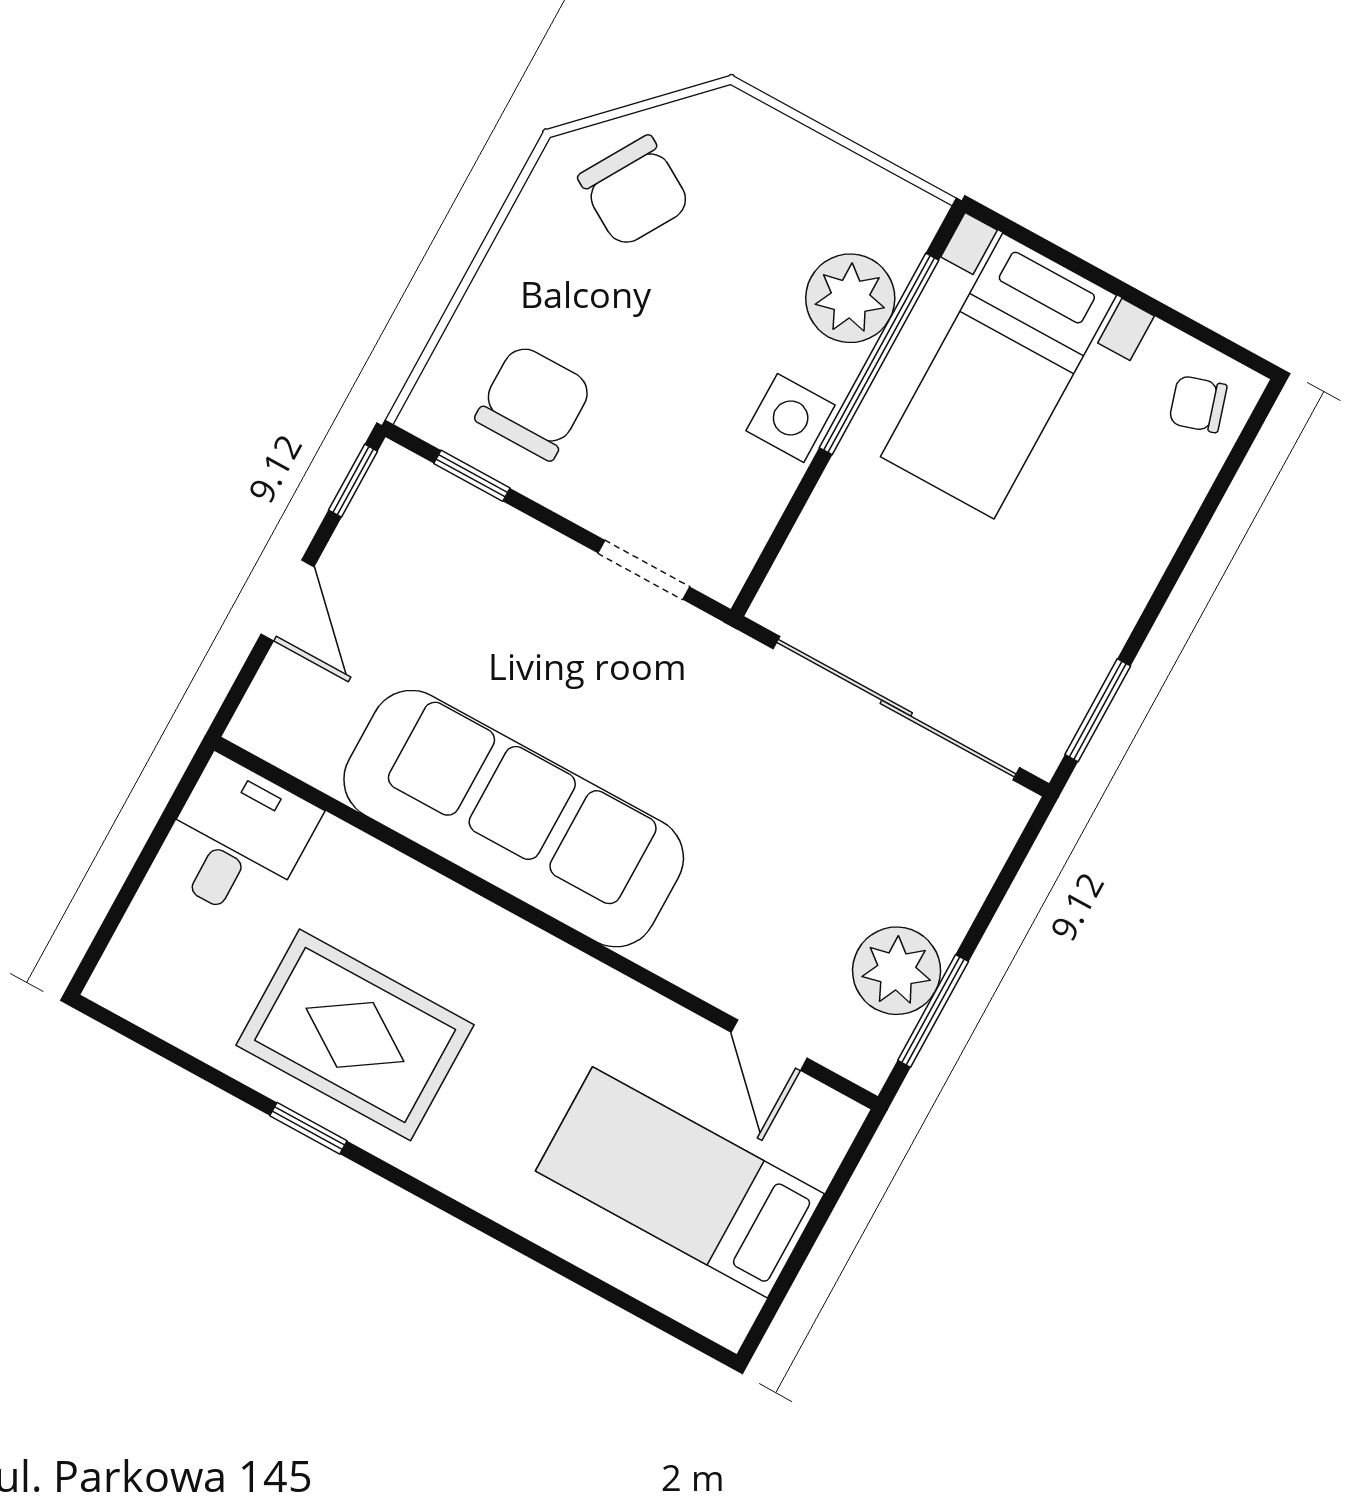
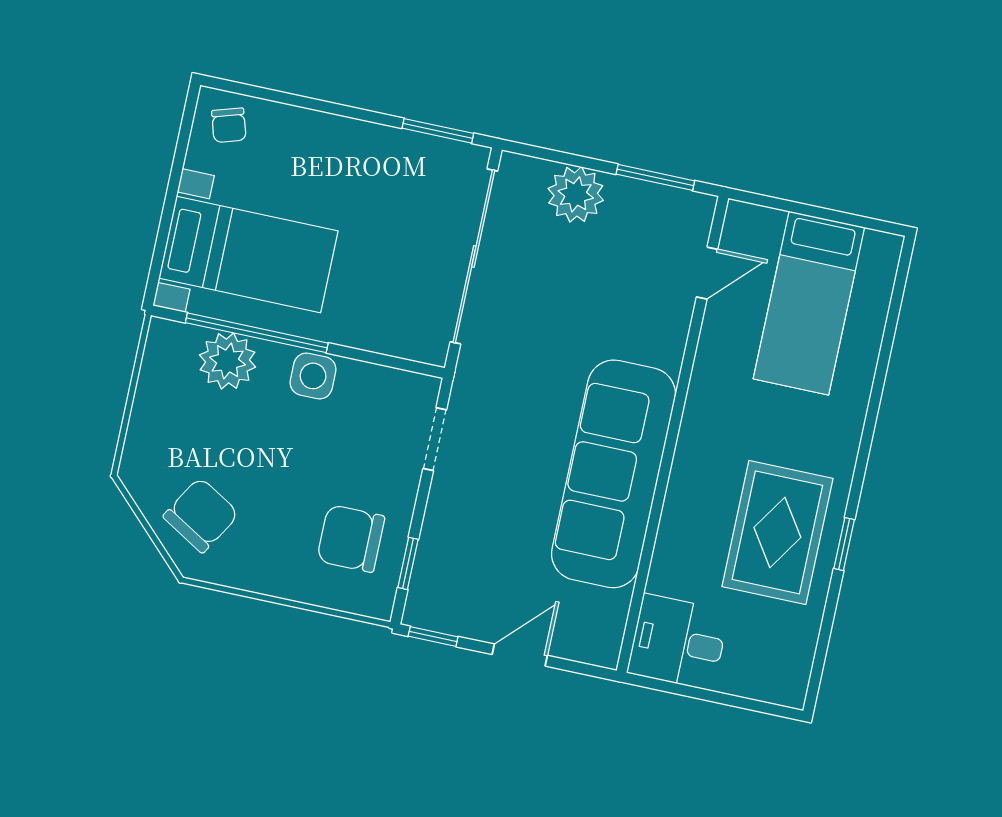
plant: (897, 971) -> (576, 194), moved

